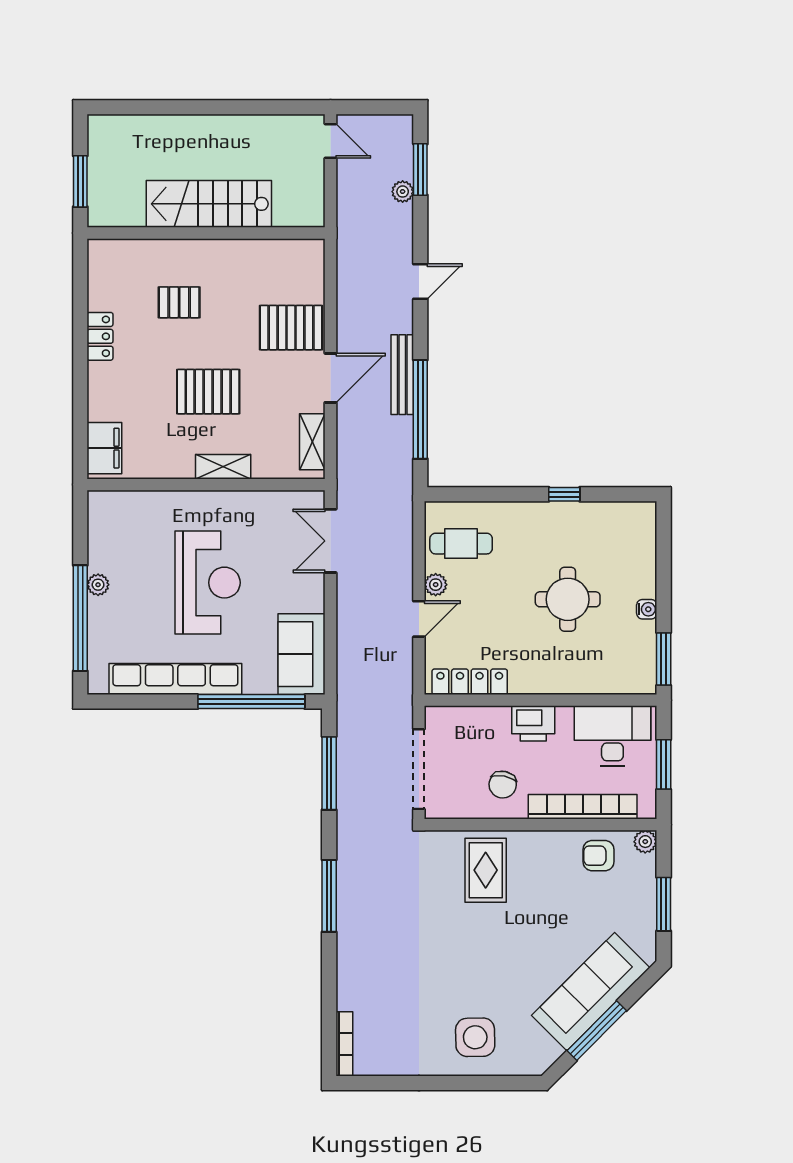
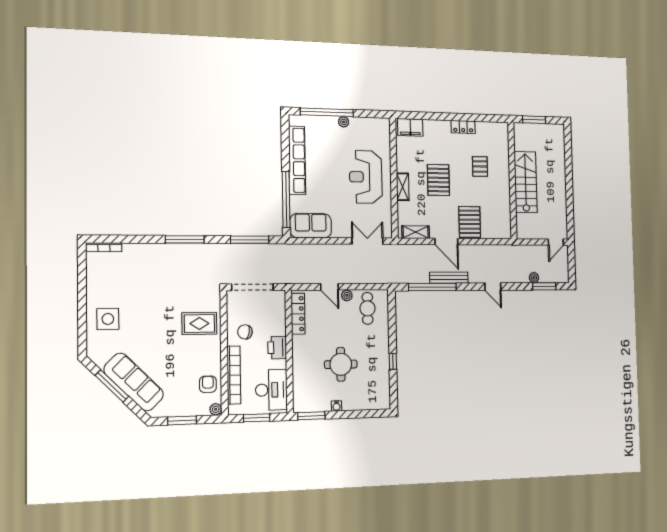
reception desk: (208, 583) -> (366, 177), moved, turned 90

